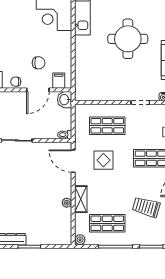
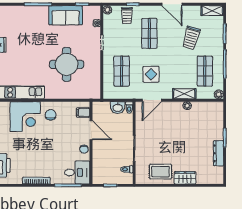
round table: (128, 39) -> (67, 64), moved
chair: (39, 63) -> (51, 115), moved
washbasin: (65, 100) -> (118, 108), moved

